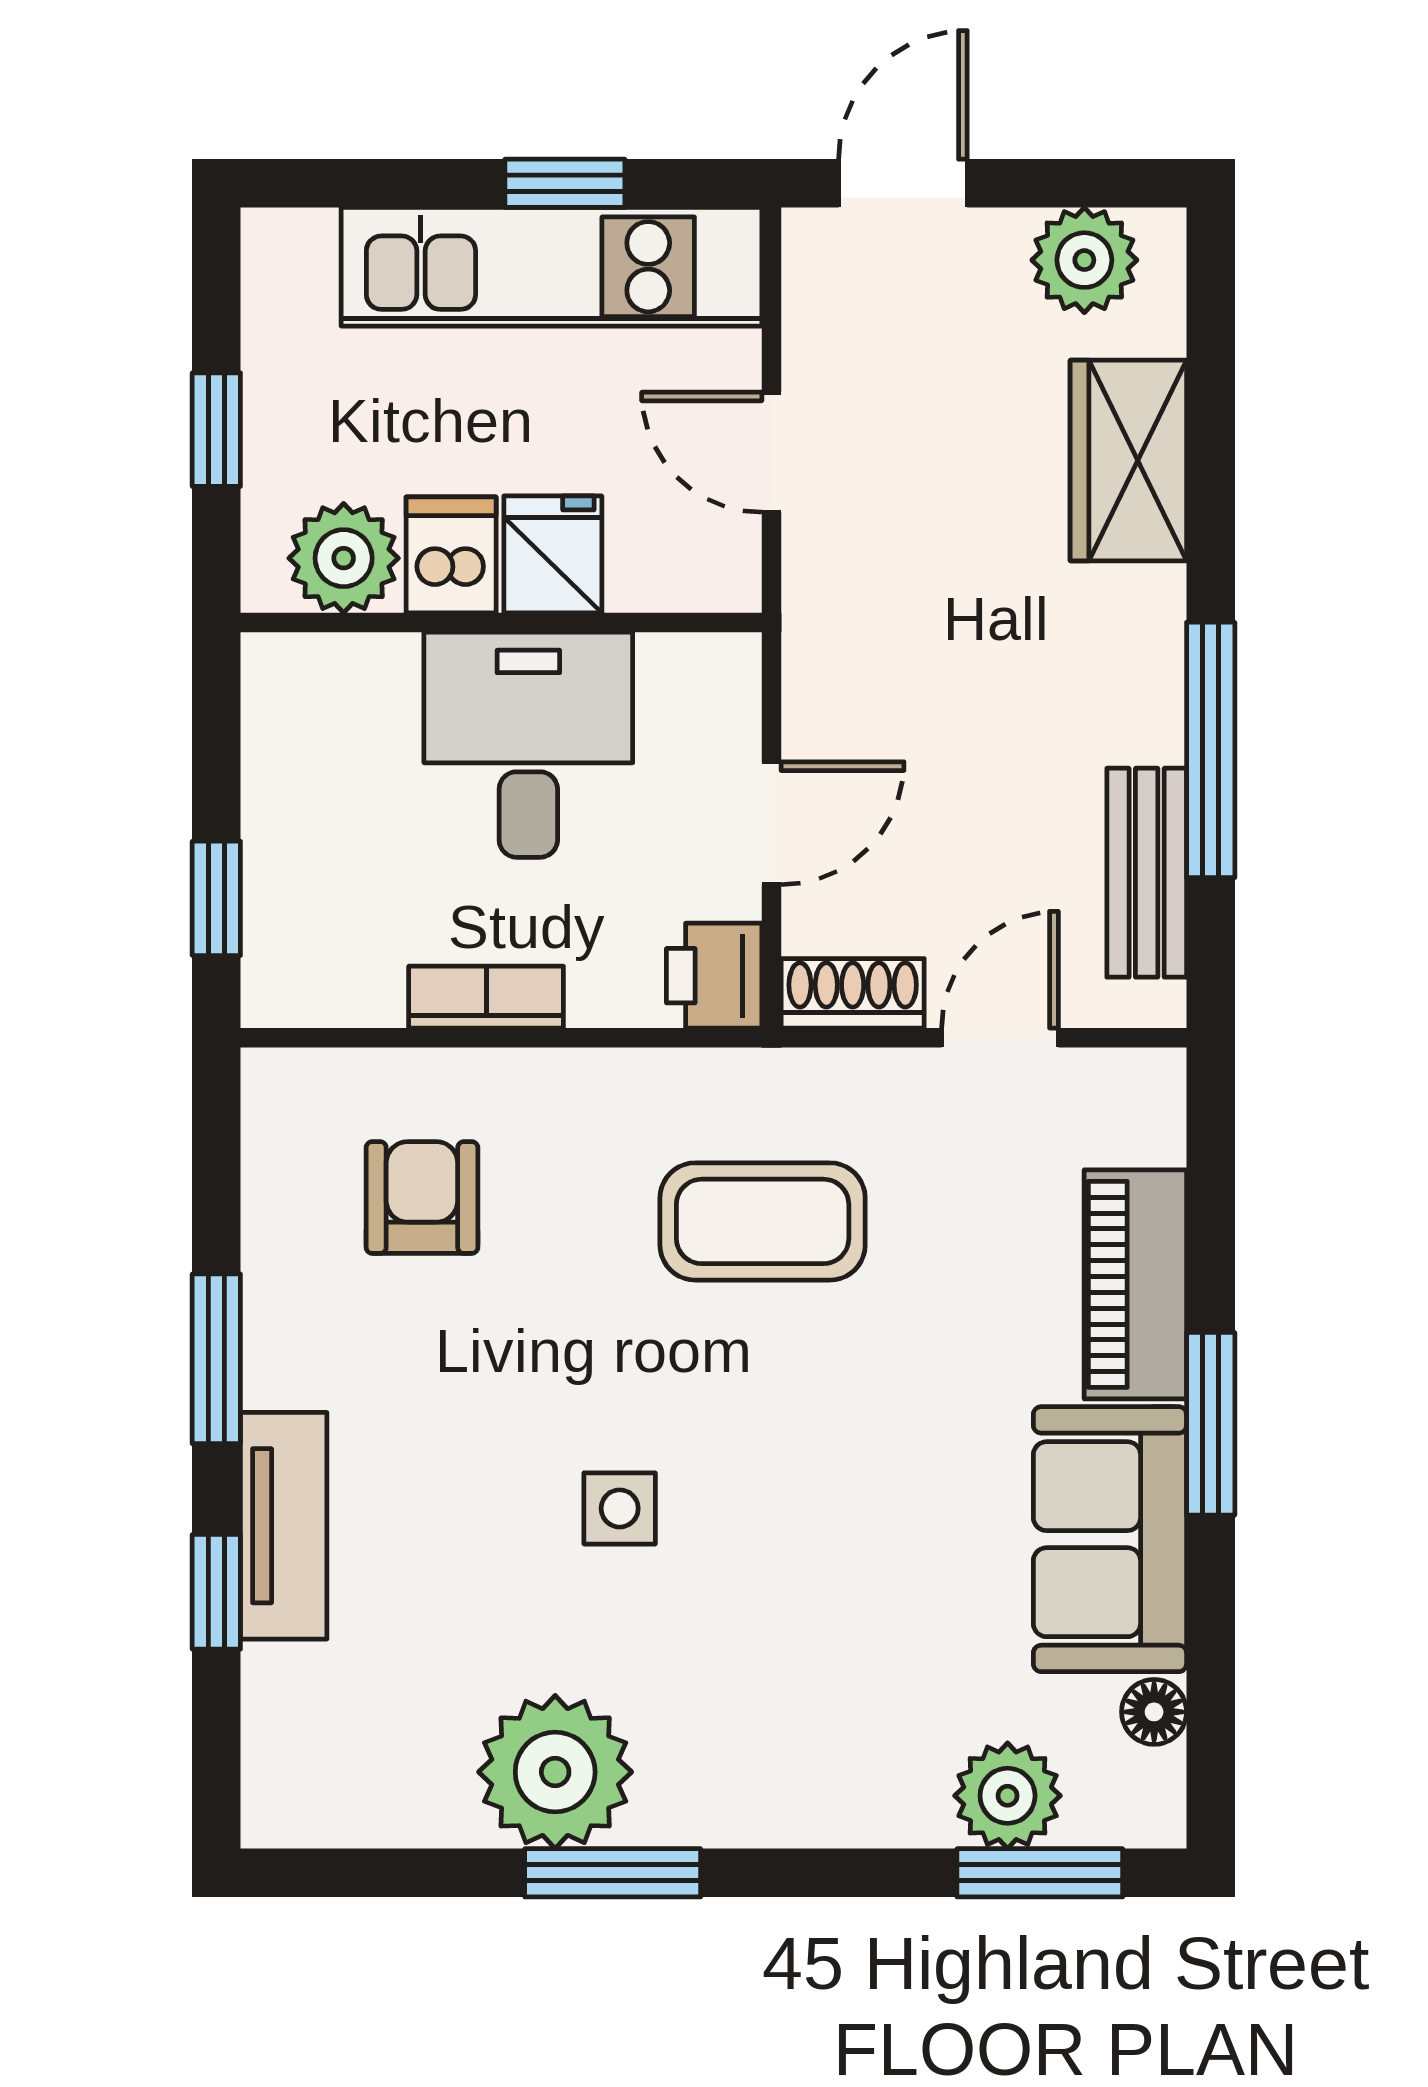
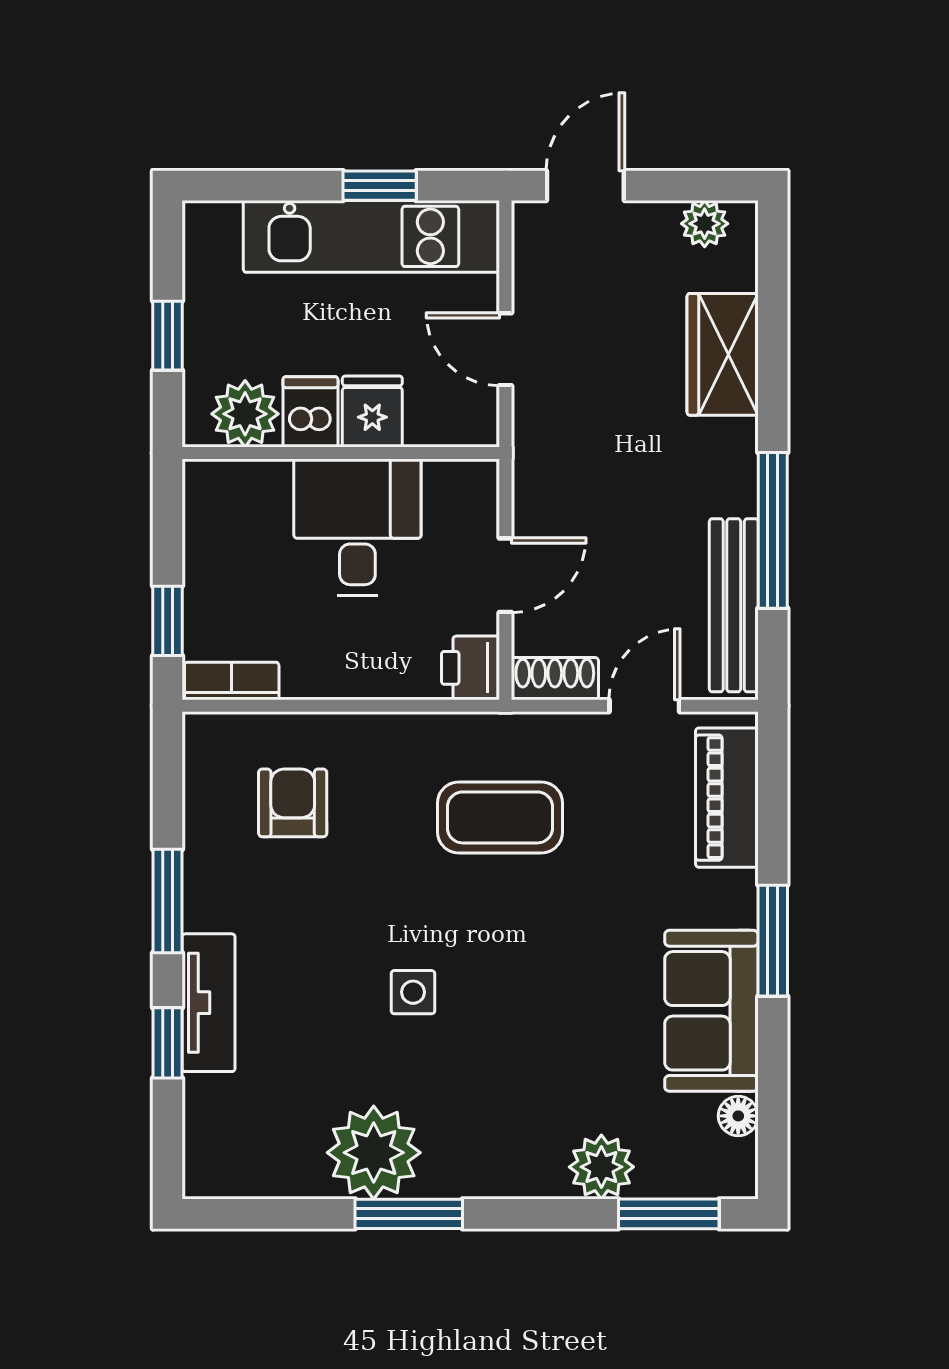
plant: (1084, 260) -> (705, 224), width x0.73, depth x0.73
bench: (1147, 873) -> (734, 605), width x1.36
bookcase: (486, 997) -> (232, 681), moved
piano: (1135, 1284) -> (727, 798), moved
plant: (1008, 1796) -> (601, 1167), moved

